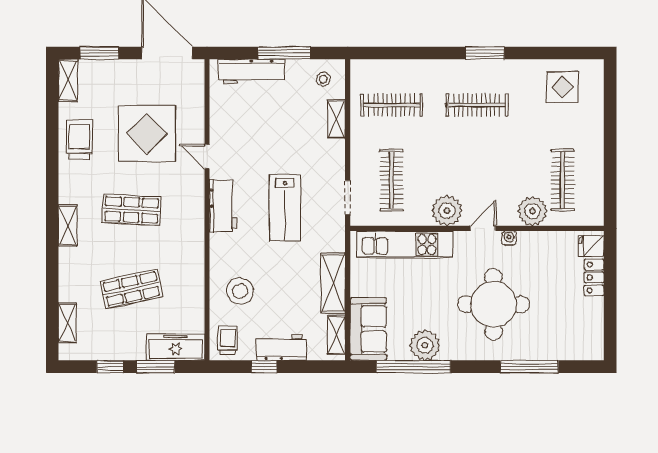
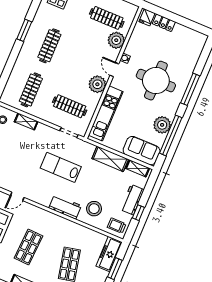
workbench: (223, 206) -> (65, 207), moved
lab bench: (285, 208) -> (61, 167), turned 180
window: (529, 367) -> (190, 89), moved

